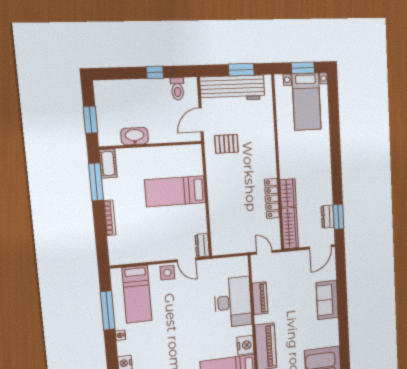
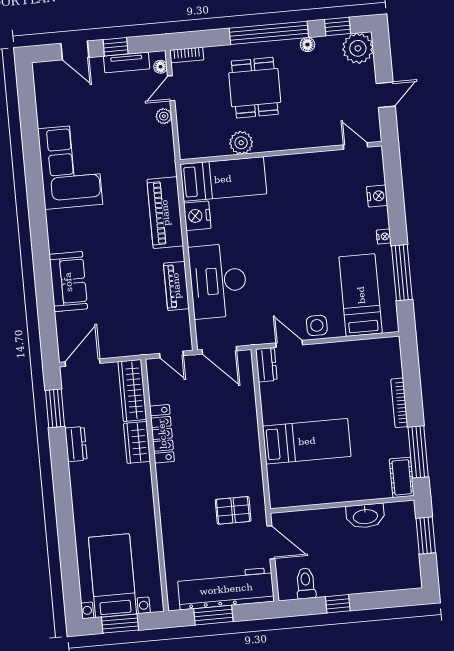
door: (201, 120) -> (271, 542), hinge flipped
dresser: (328, 217) -> (76, 444), moved
door: (233, 255) -> (219, 350), added

